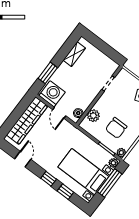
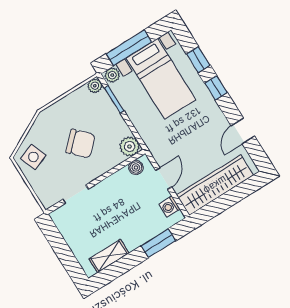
washing machine: (52, 94) -> (169, 207), width x0.53, depth x0.53
plant: (93, 116) -> (130, 146), moved
chair: (116, 128) -> (81, 144), moved, turned 46

